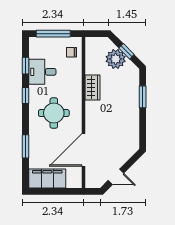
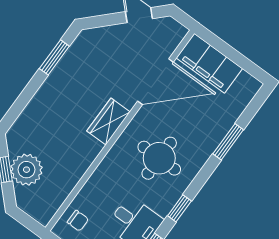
wardrobe: (92, 87) -> (108, 122), moved
window: (143, 97) -> (54, 57), moved
filing cabinet: (47, 178) -> (209, 63), moved

